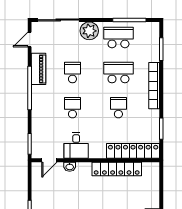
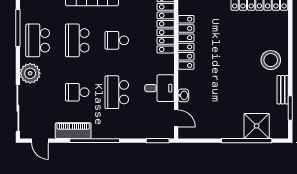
school desk: (72, 108) -> (117, 92), width x1.85

